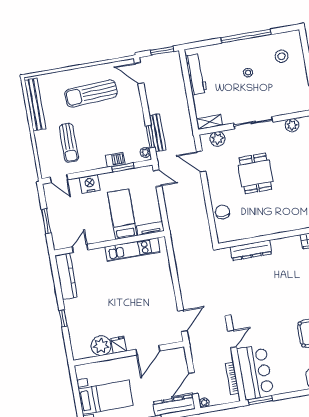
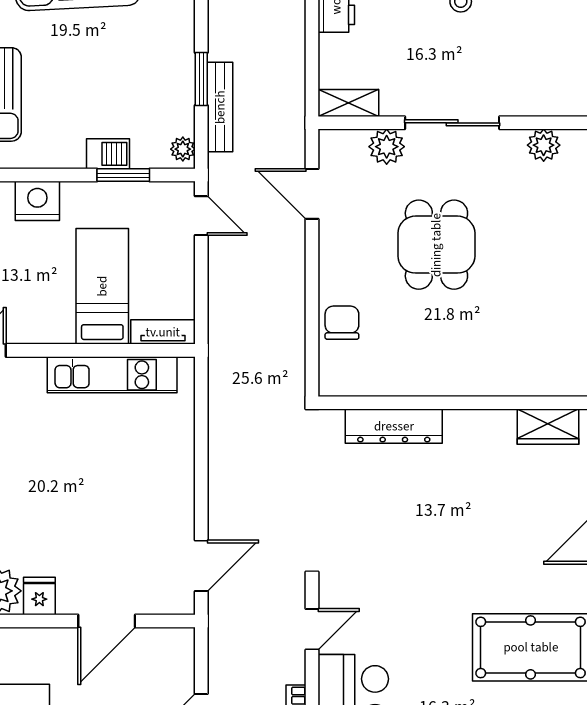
window: (150, 136) -> (201, 79), moved
plant: (217, 139) -> (387, 147), moved

